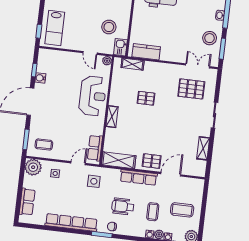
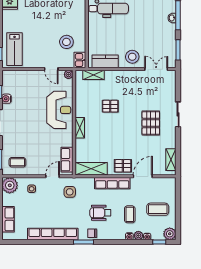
stool: (210, 38) -> (132, 57), moved
pallet: (191, 89) -> (151, 123), moved, turned 90
shelving: (203, 148) -> (171, 160), moved

